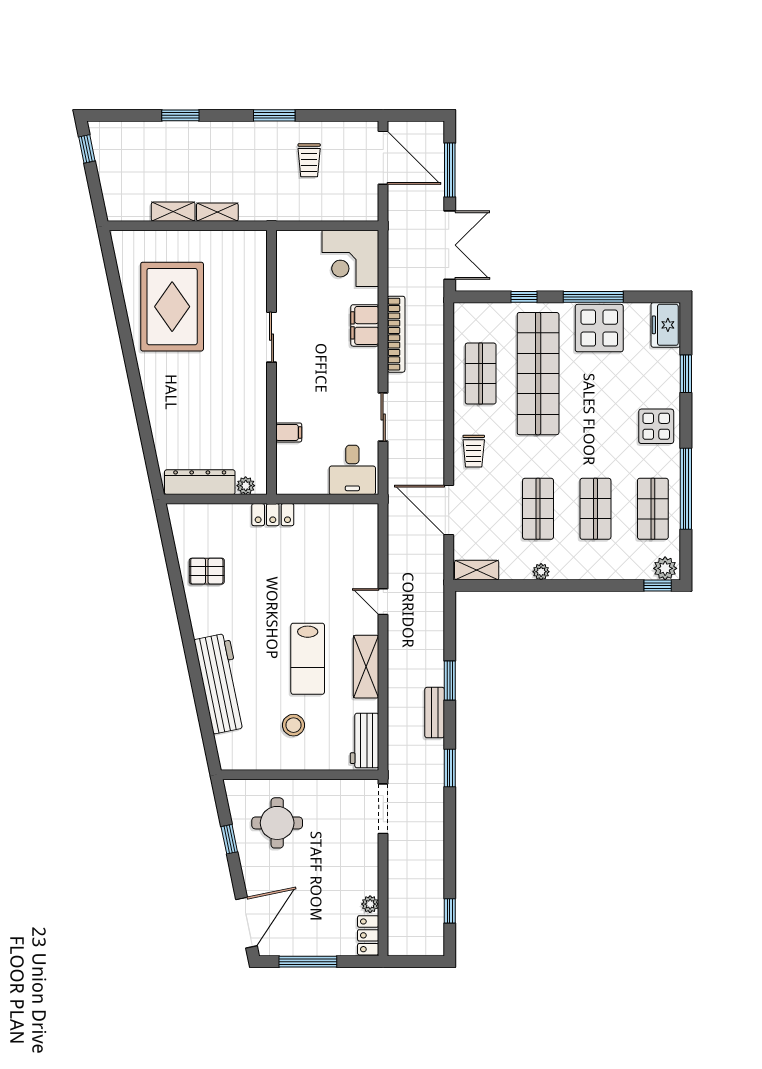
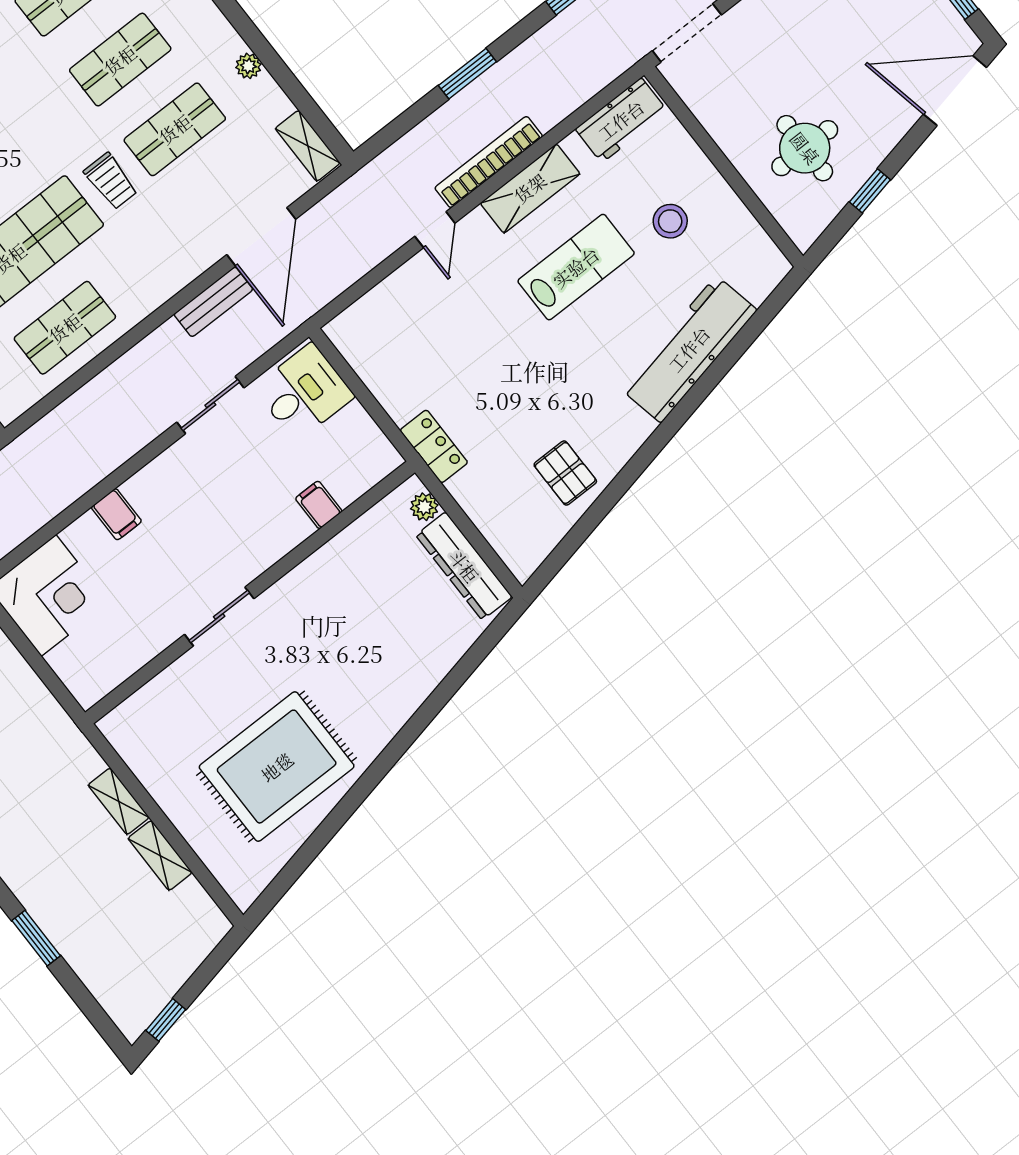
filing cabinet: (365, 325) -> (116, 514), width x0.50
bookcase: (396, 334) -> (489, 162), moved
trolley: (474, 451) -> (111, 181), moved, turned 90
bench: (435, 713) -> (213, 302), moved

